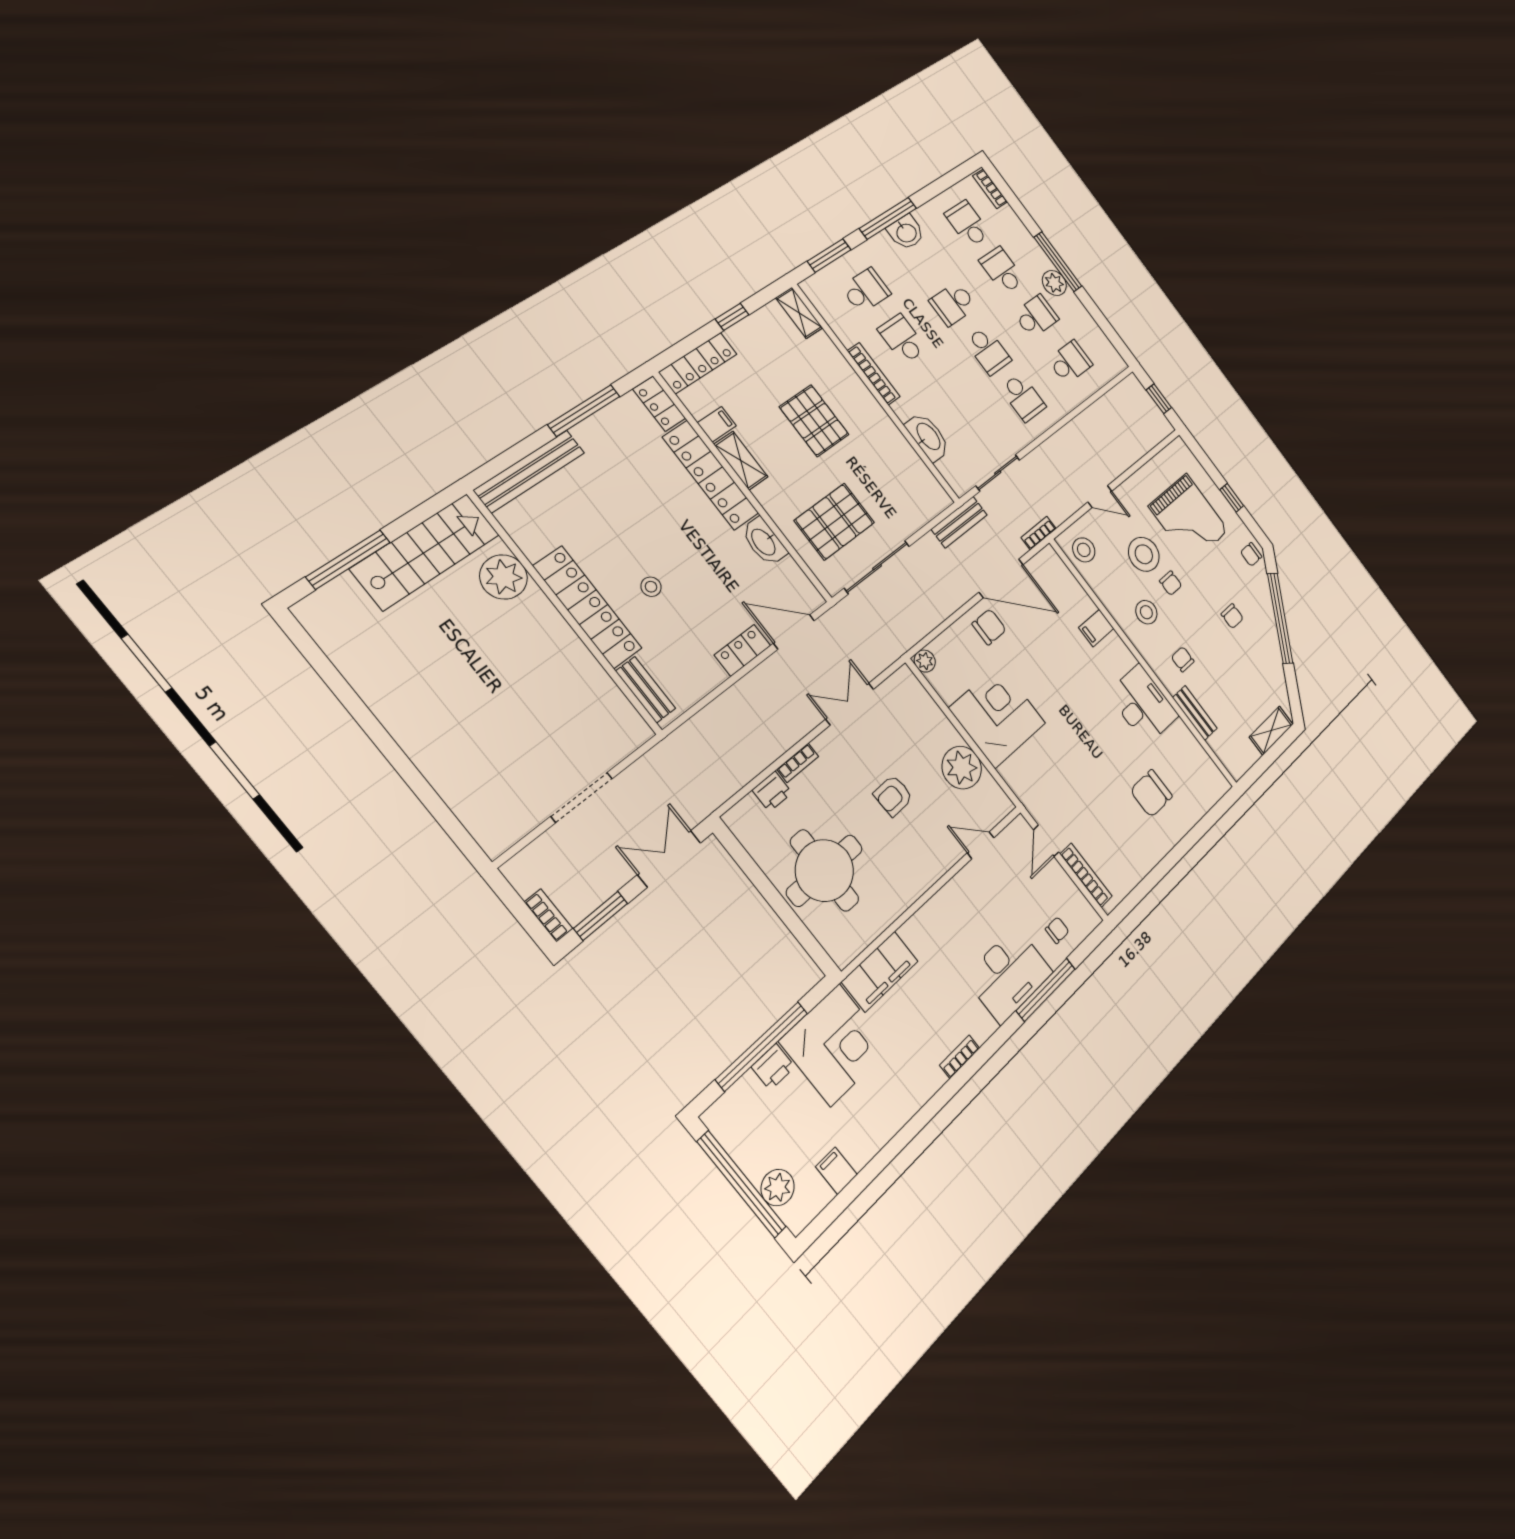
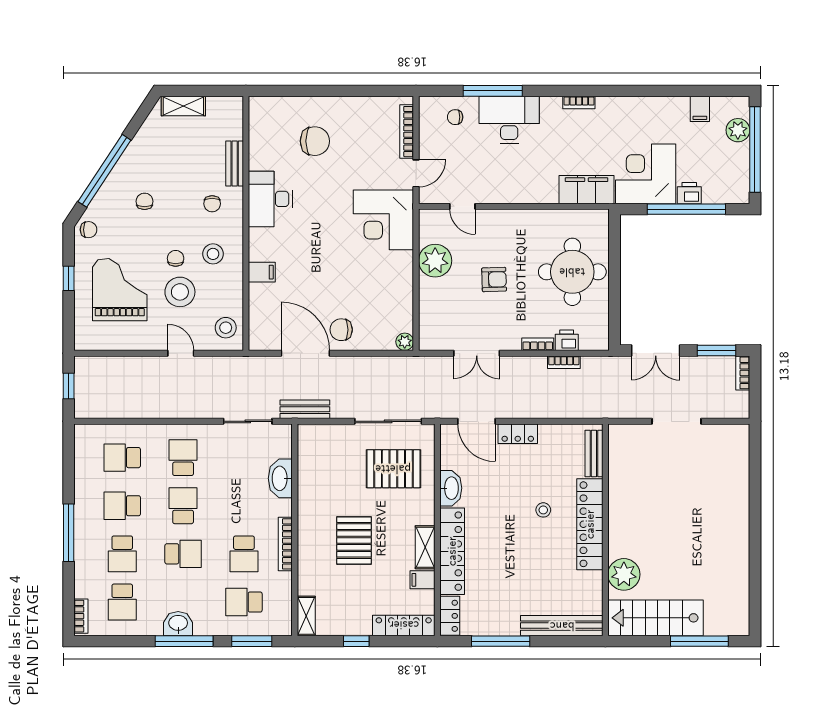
plant: (1054, 283) -> (85, 520), removed
bookcase: (1039, 533) -> (564, 362), moved
corner desk: (997, 716) -> (383, 220), moved

